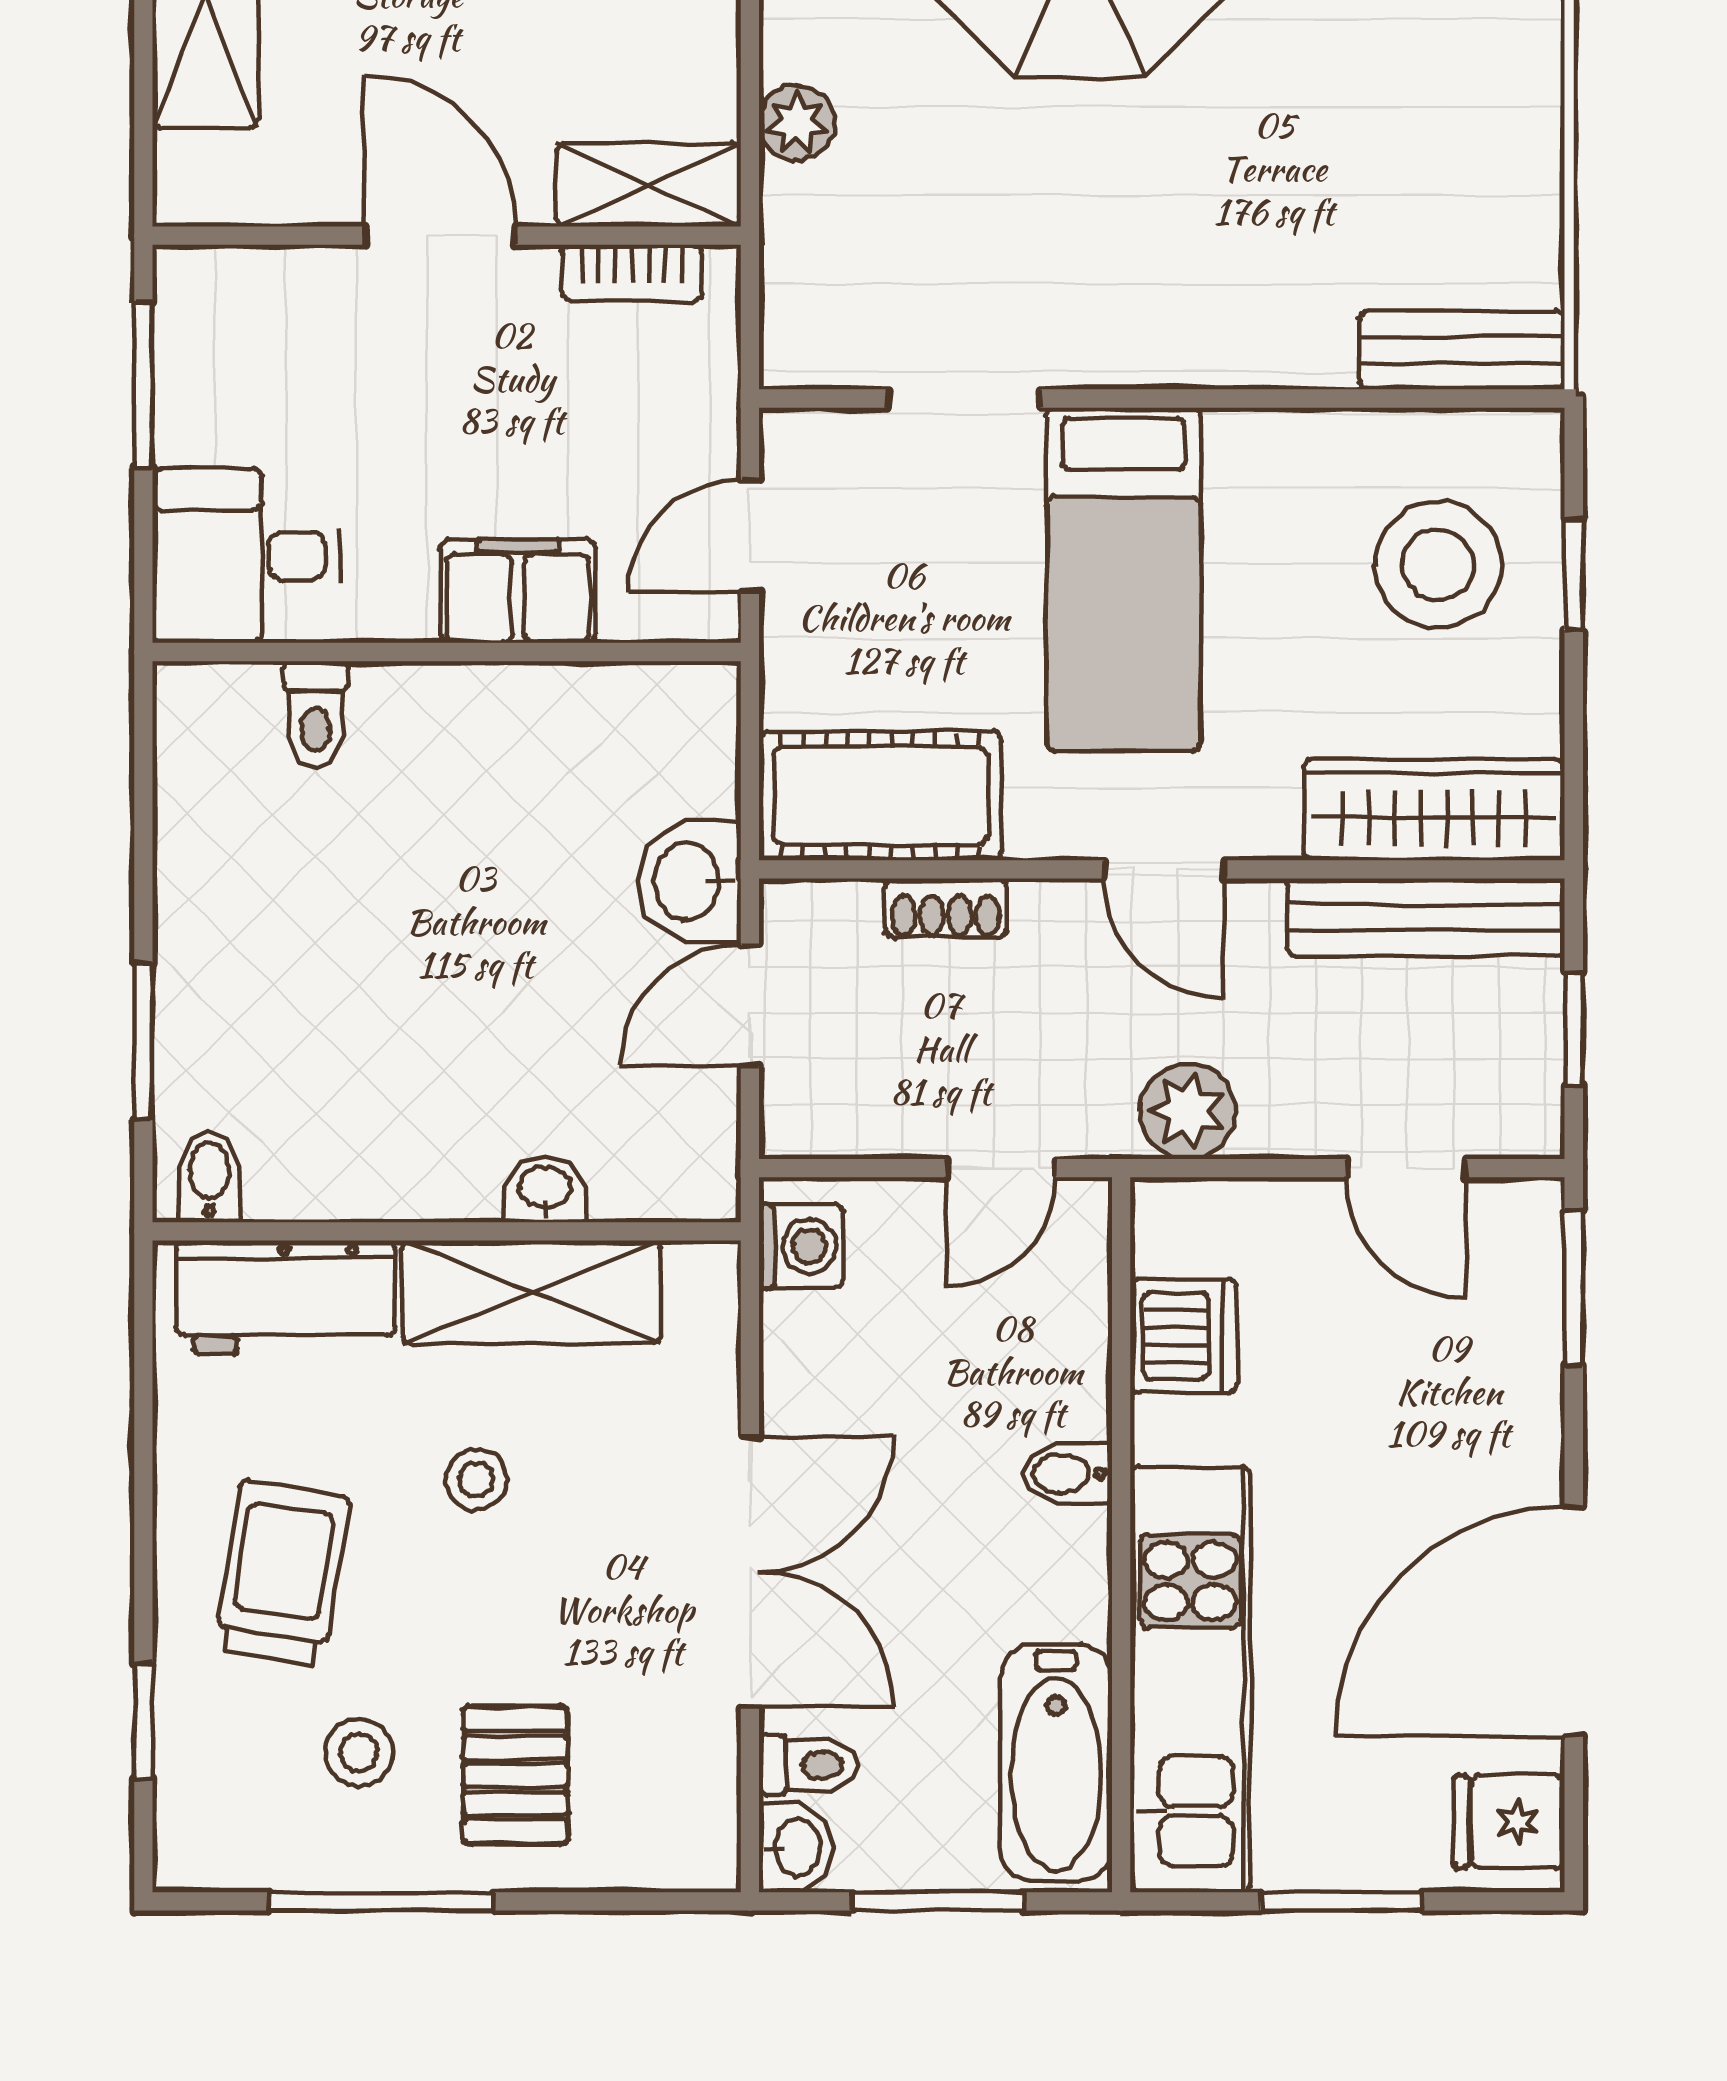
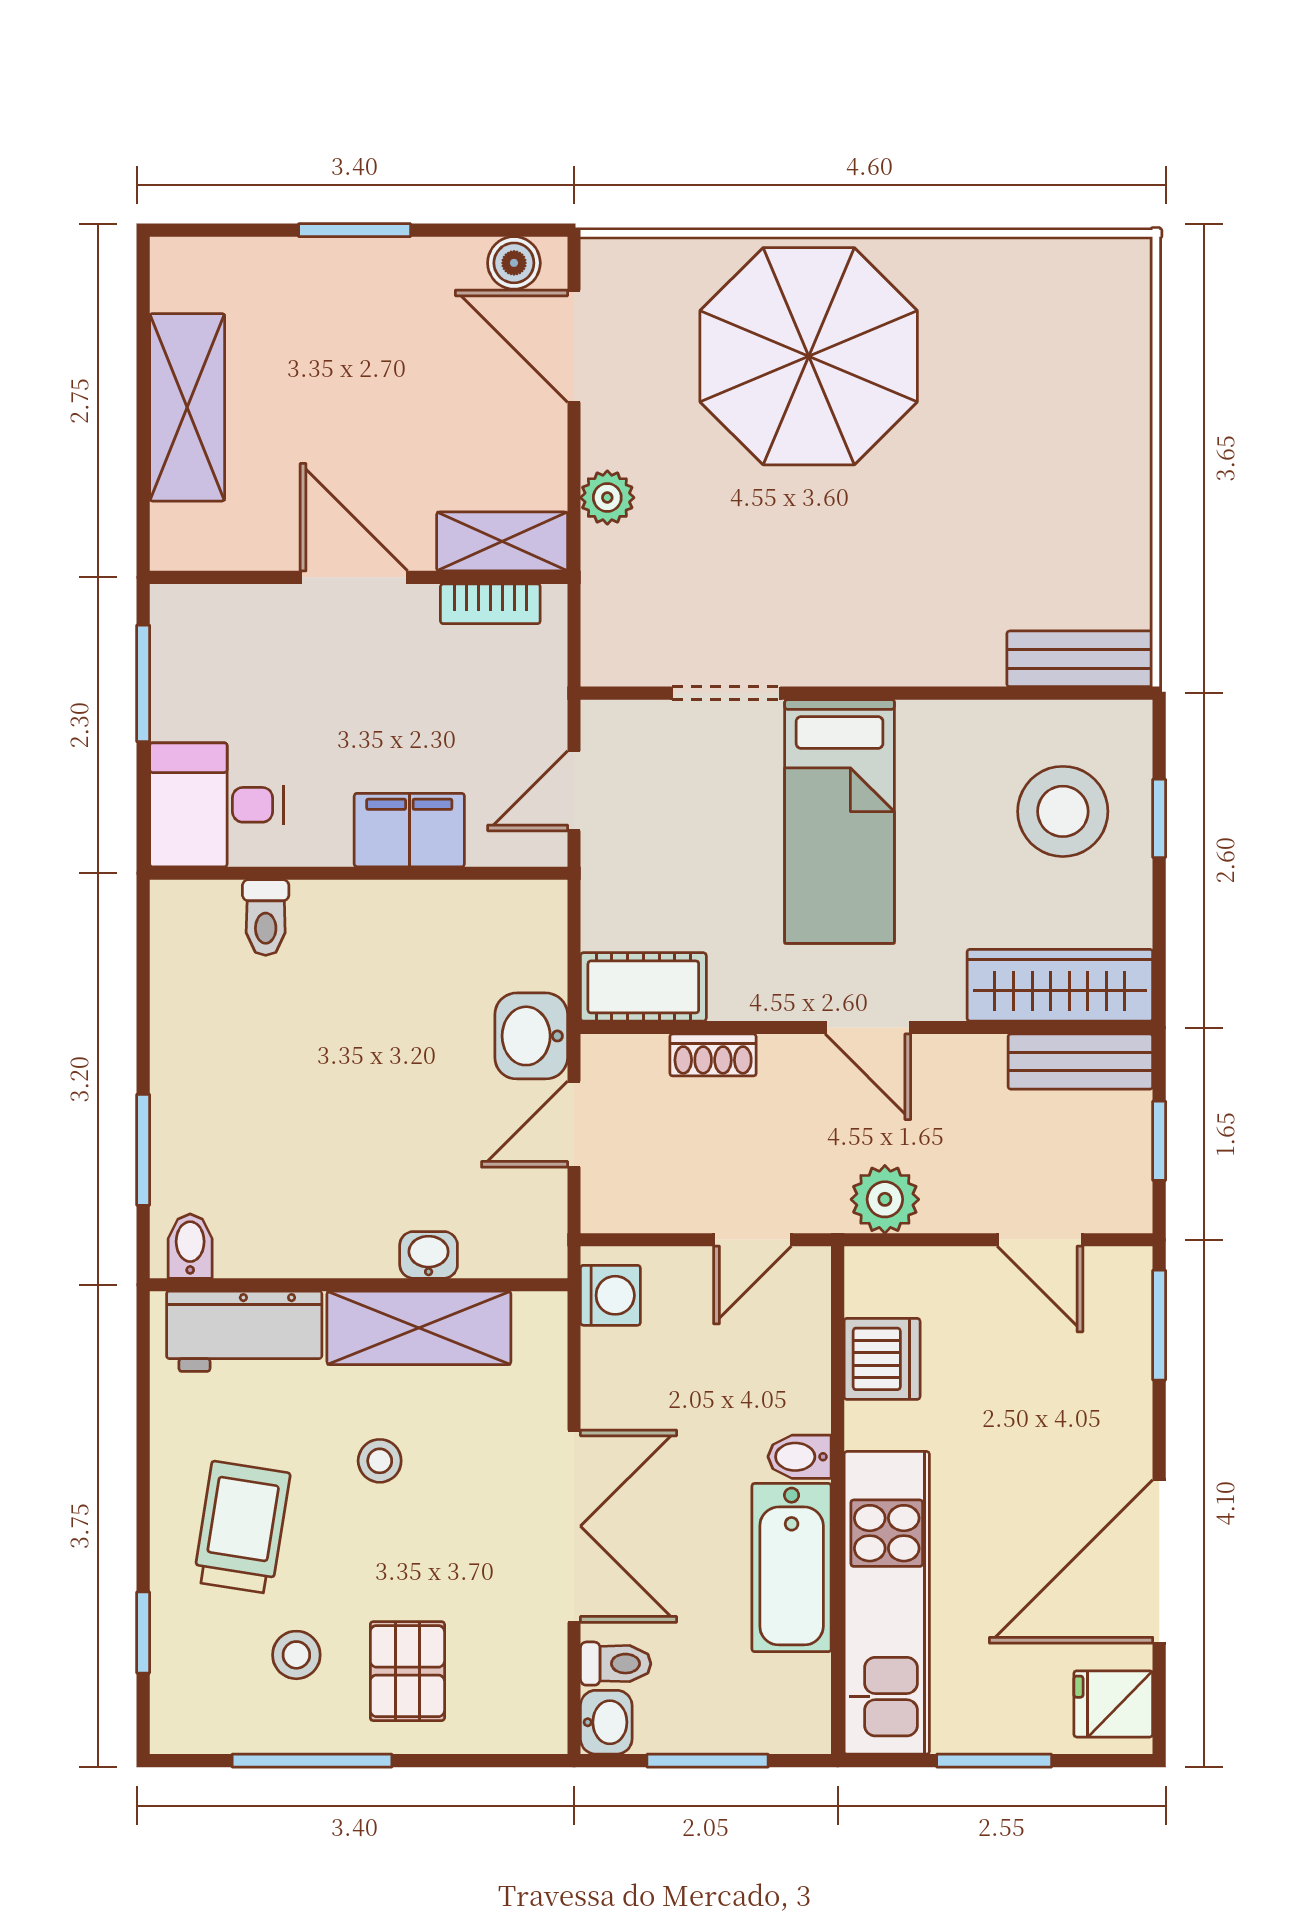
cot: (880, 796) -> (643, 987), width x0.73, depth x0.75
bench: (1426, 917) -> (1080, 1062), width x0.73
bathtub: (1056, 1762) -> (792, 1568), moved

